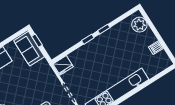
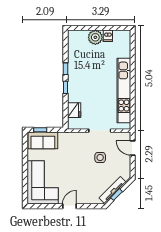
plant: (139, 25) -> (95, 37), moved
fridge: (63, 65) -> (74, 110), moved

